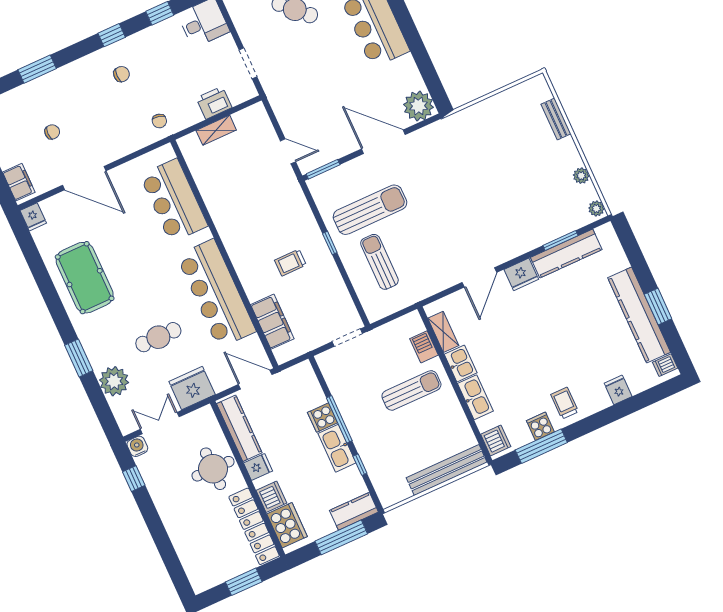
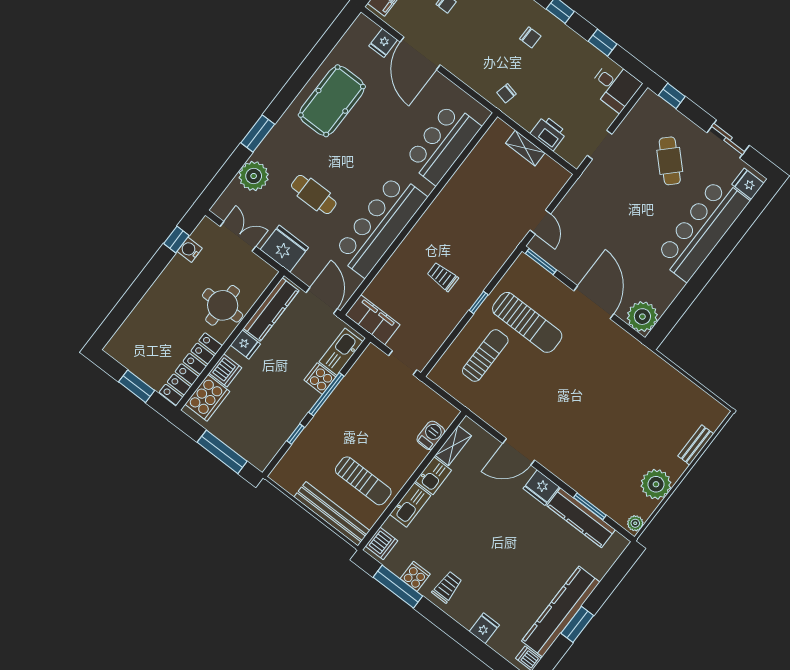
plant: (581, 176) -> (656, 484), width x1.88, depth x1.88
fridge: (33, 217) -> (383, 43), moved
filing cabinet: (272, 322) -> (373, 320), moved, turned -90
sun lounger: (411, 390) -> (363, 481), moved
water cooler: (137, 446) -> (190, 250), moved, turned -90
kitchen sink: (337, 448) -> (341, 352), moved
kitchen counter: (354, 511) -> (251, 451), removed

